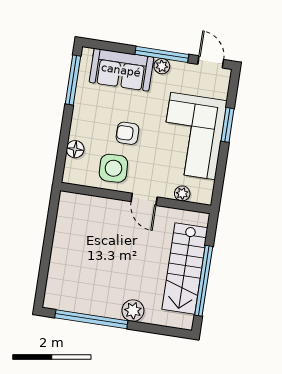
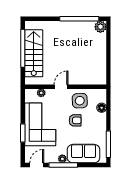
door: (211, 62) -> (37, 165), swing flipped
door: (144, 199) -> (61, 87), hinge flipped
plant: (133, 311) -> (100, 27), moved

